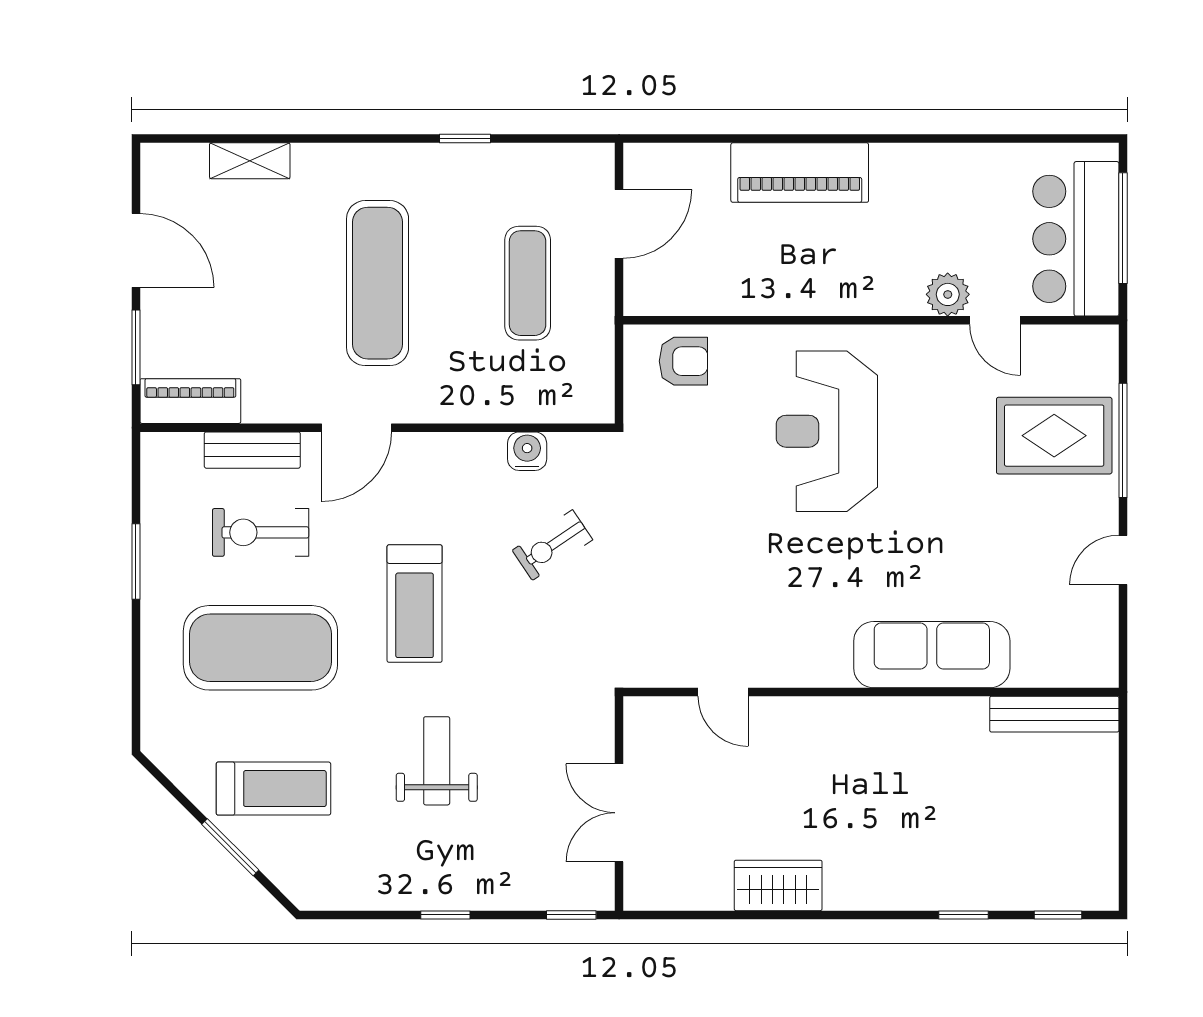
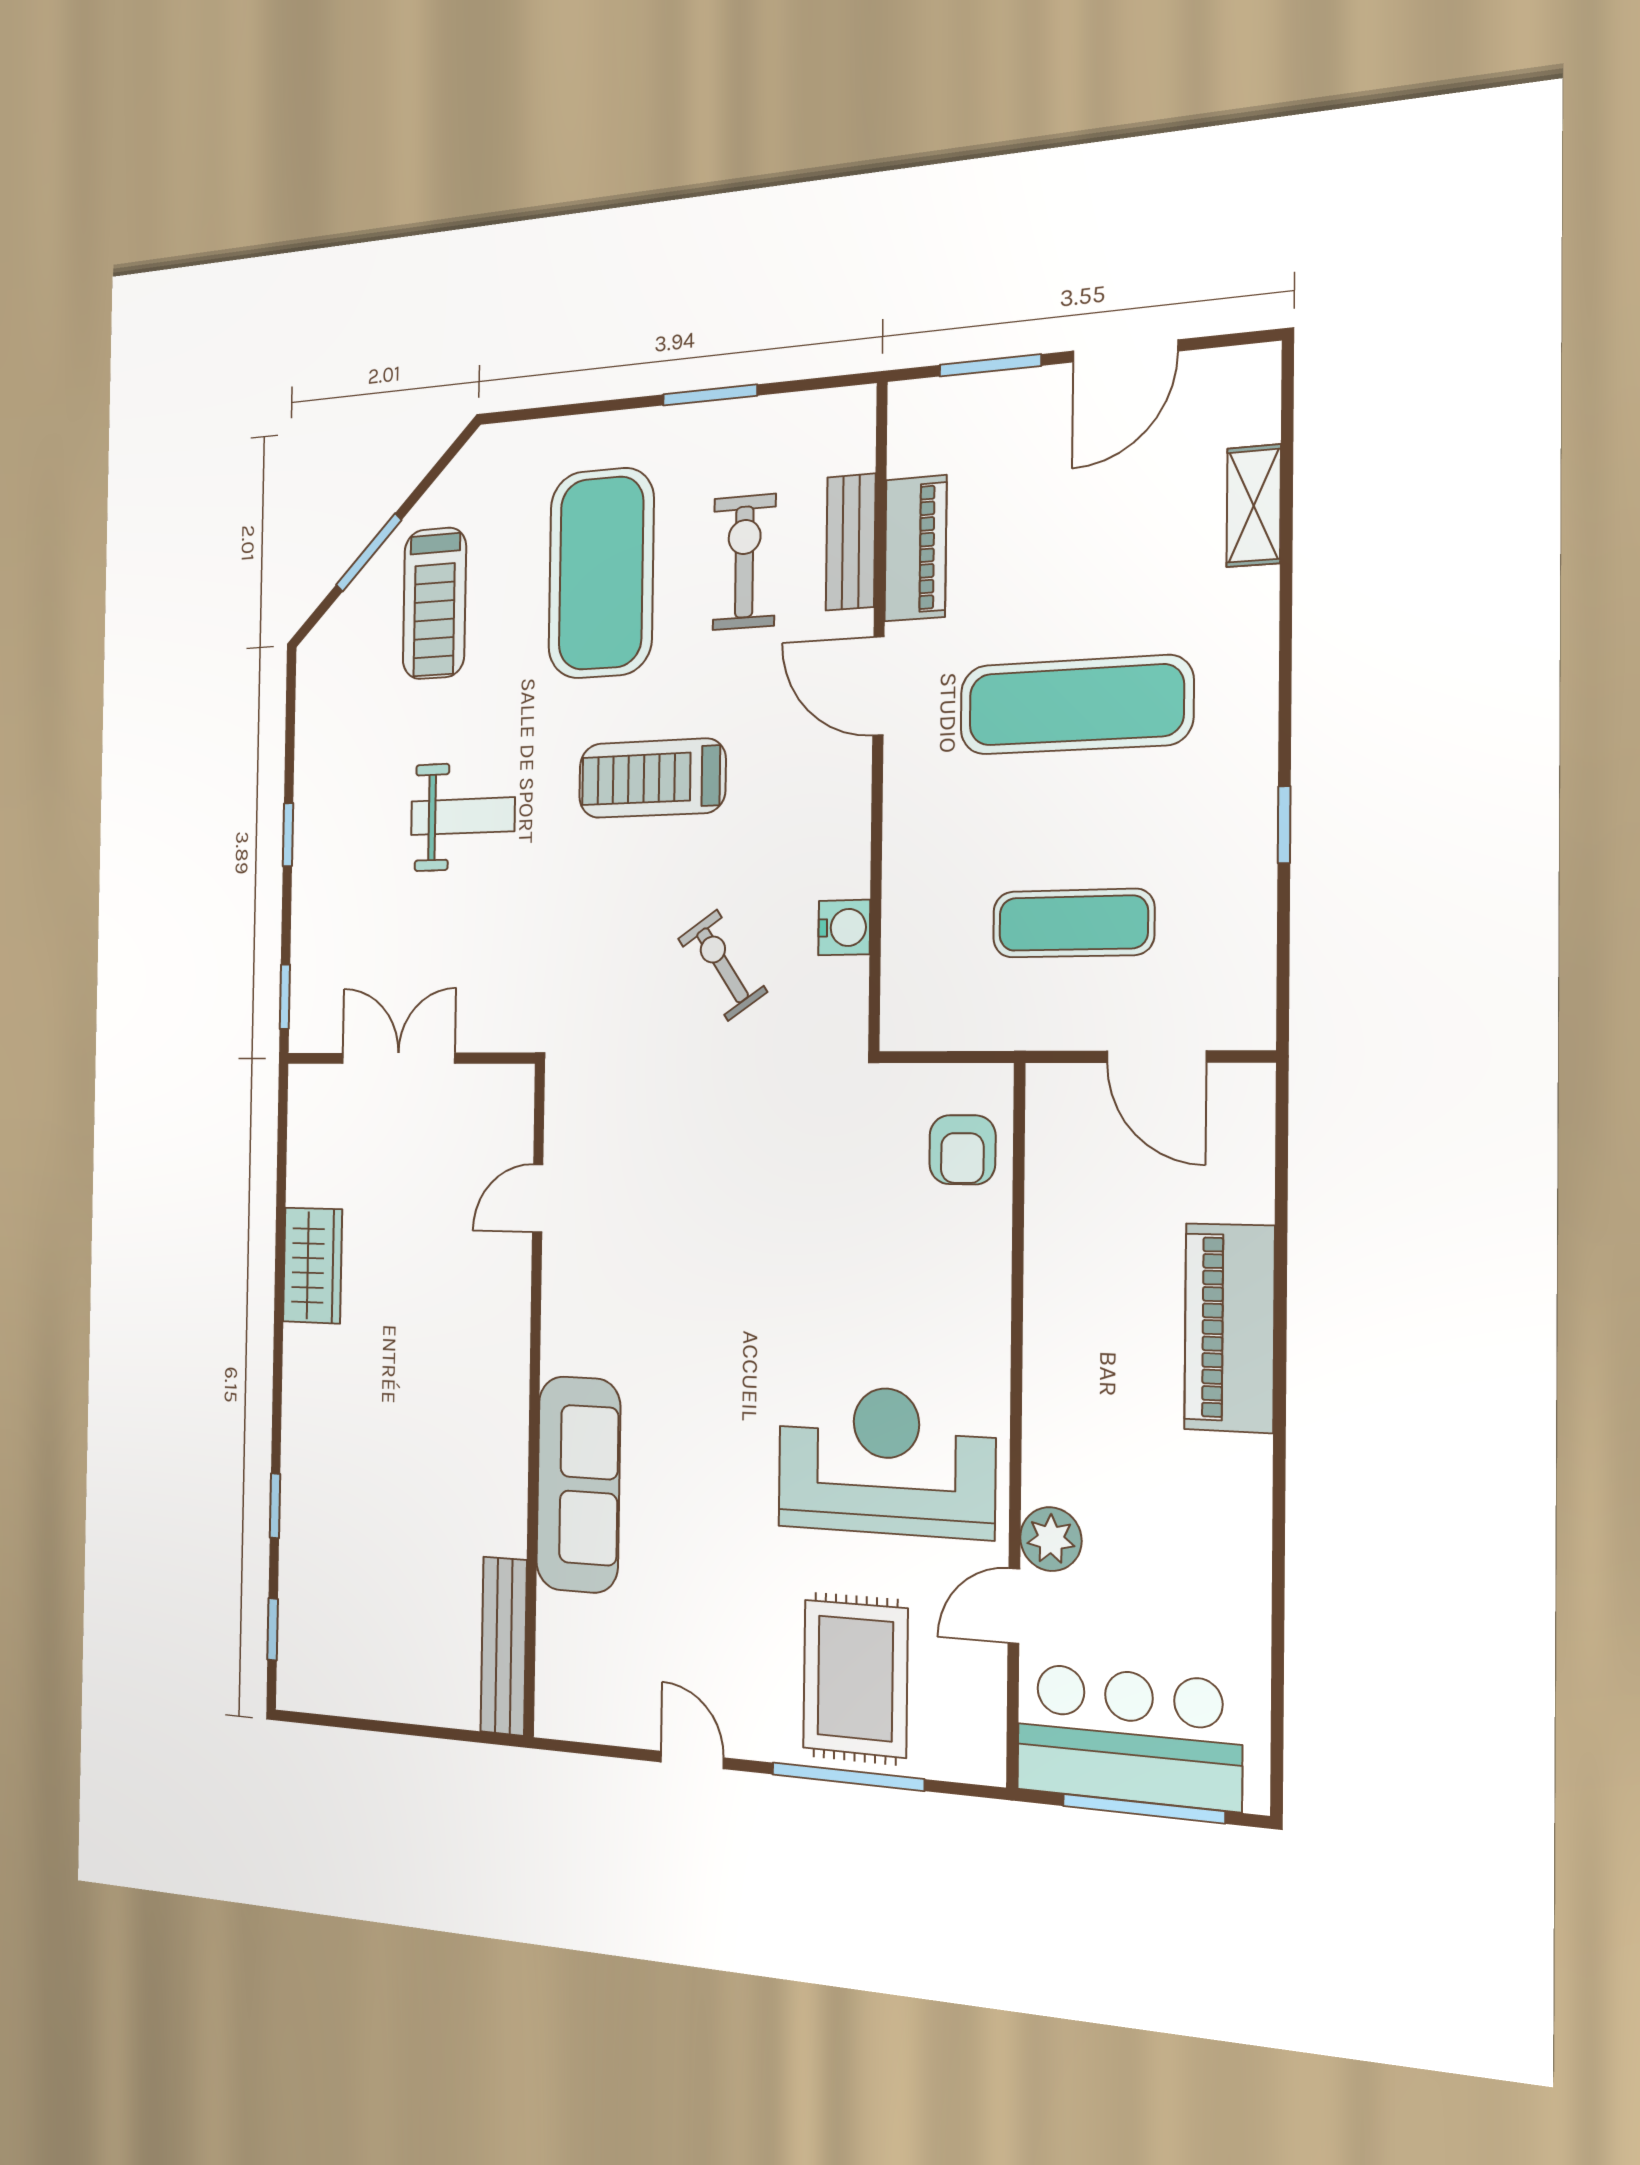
piano: (190, 401) -> (916, 548), moved
reception desk: (827, 431) -> (886, 1461), moved

